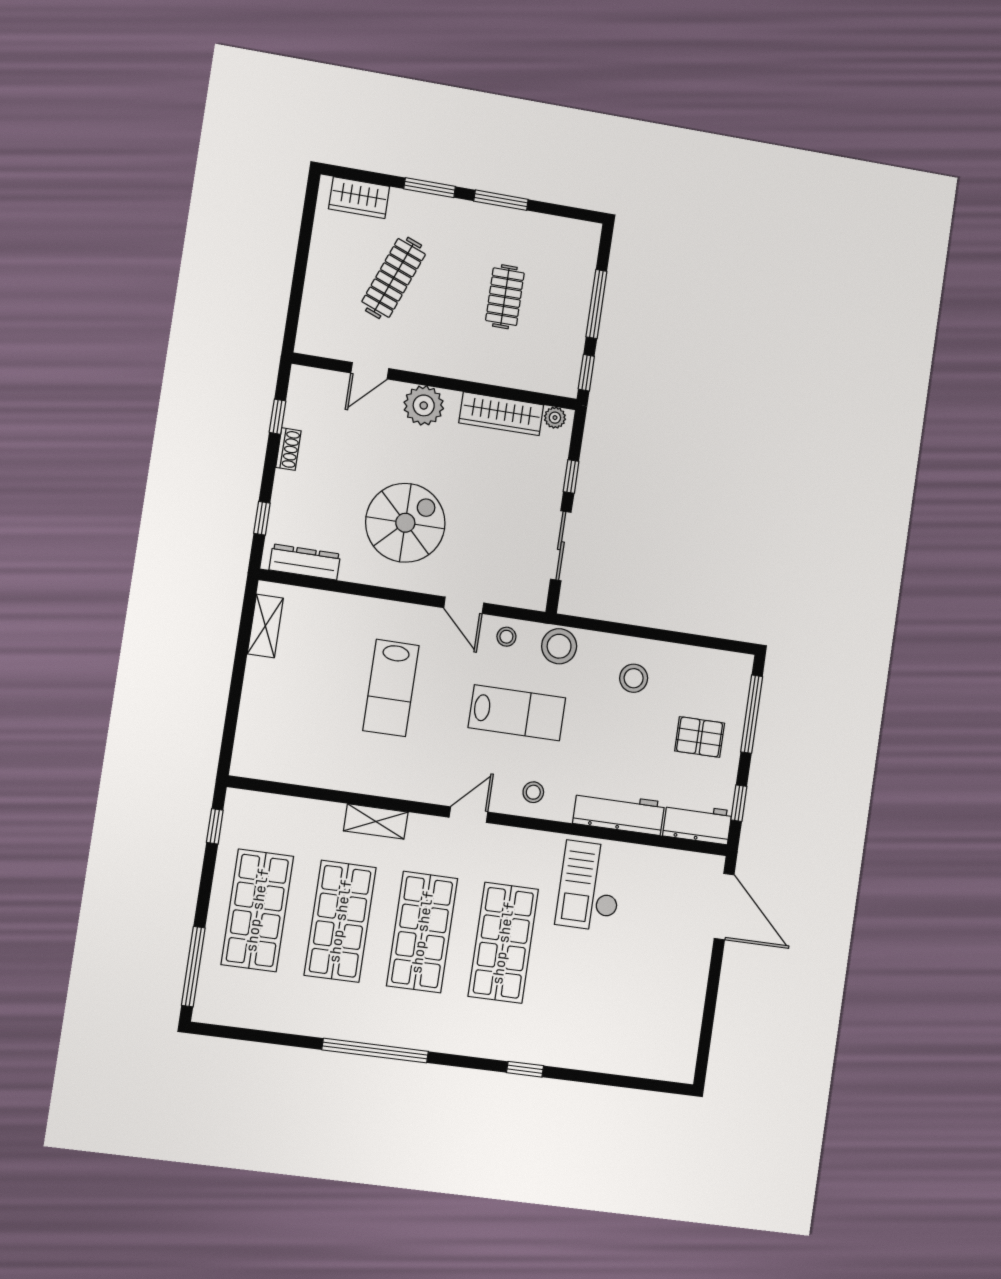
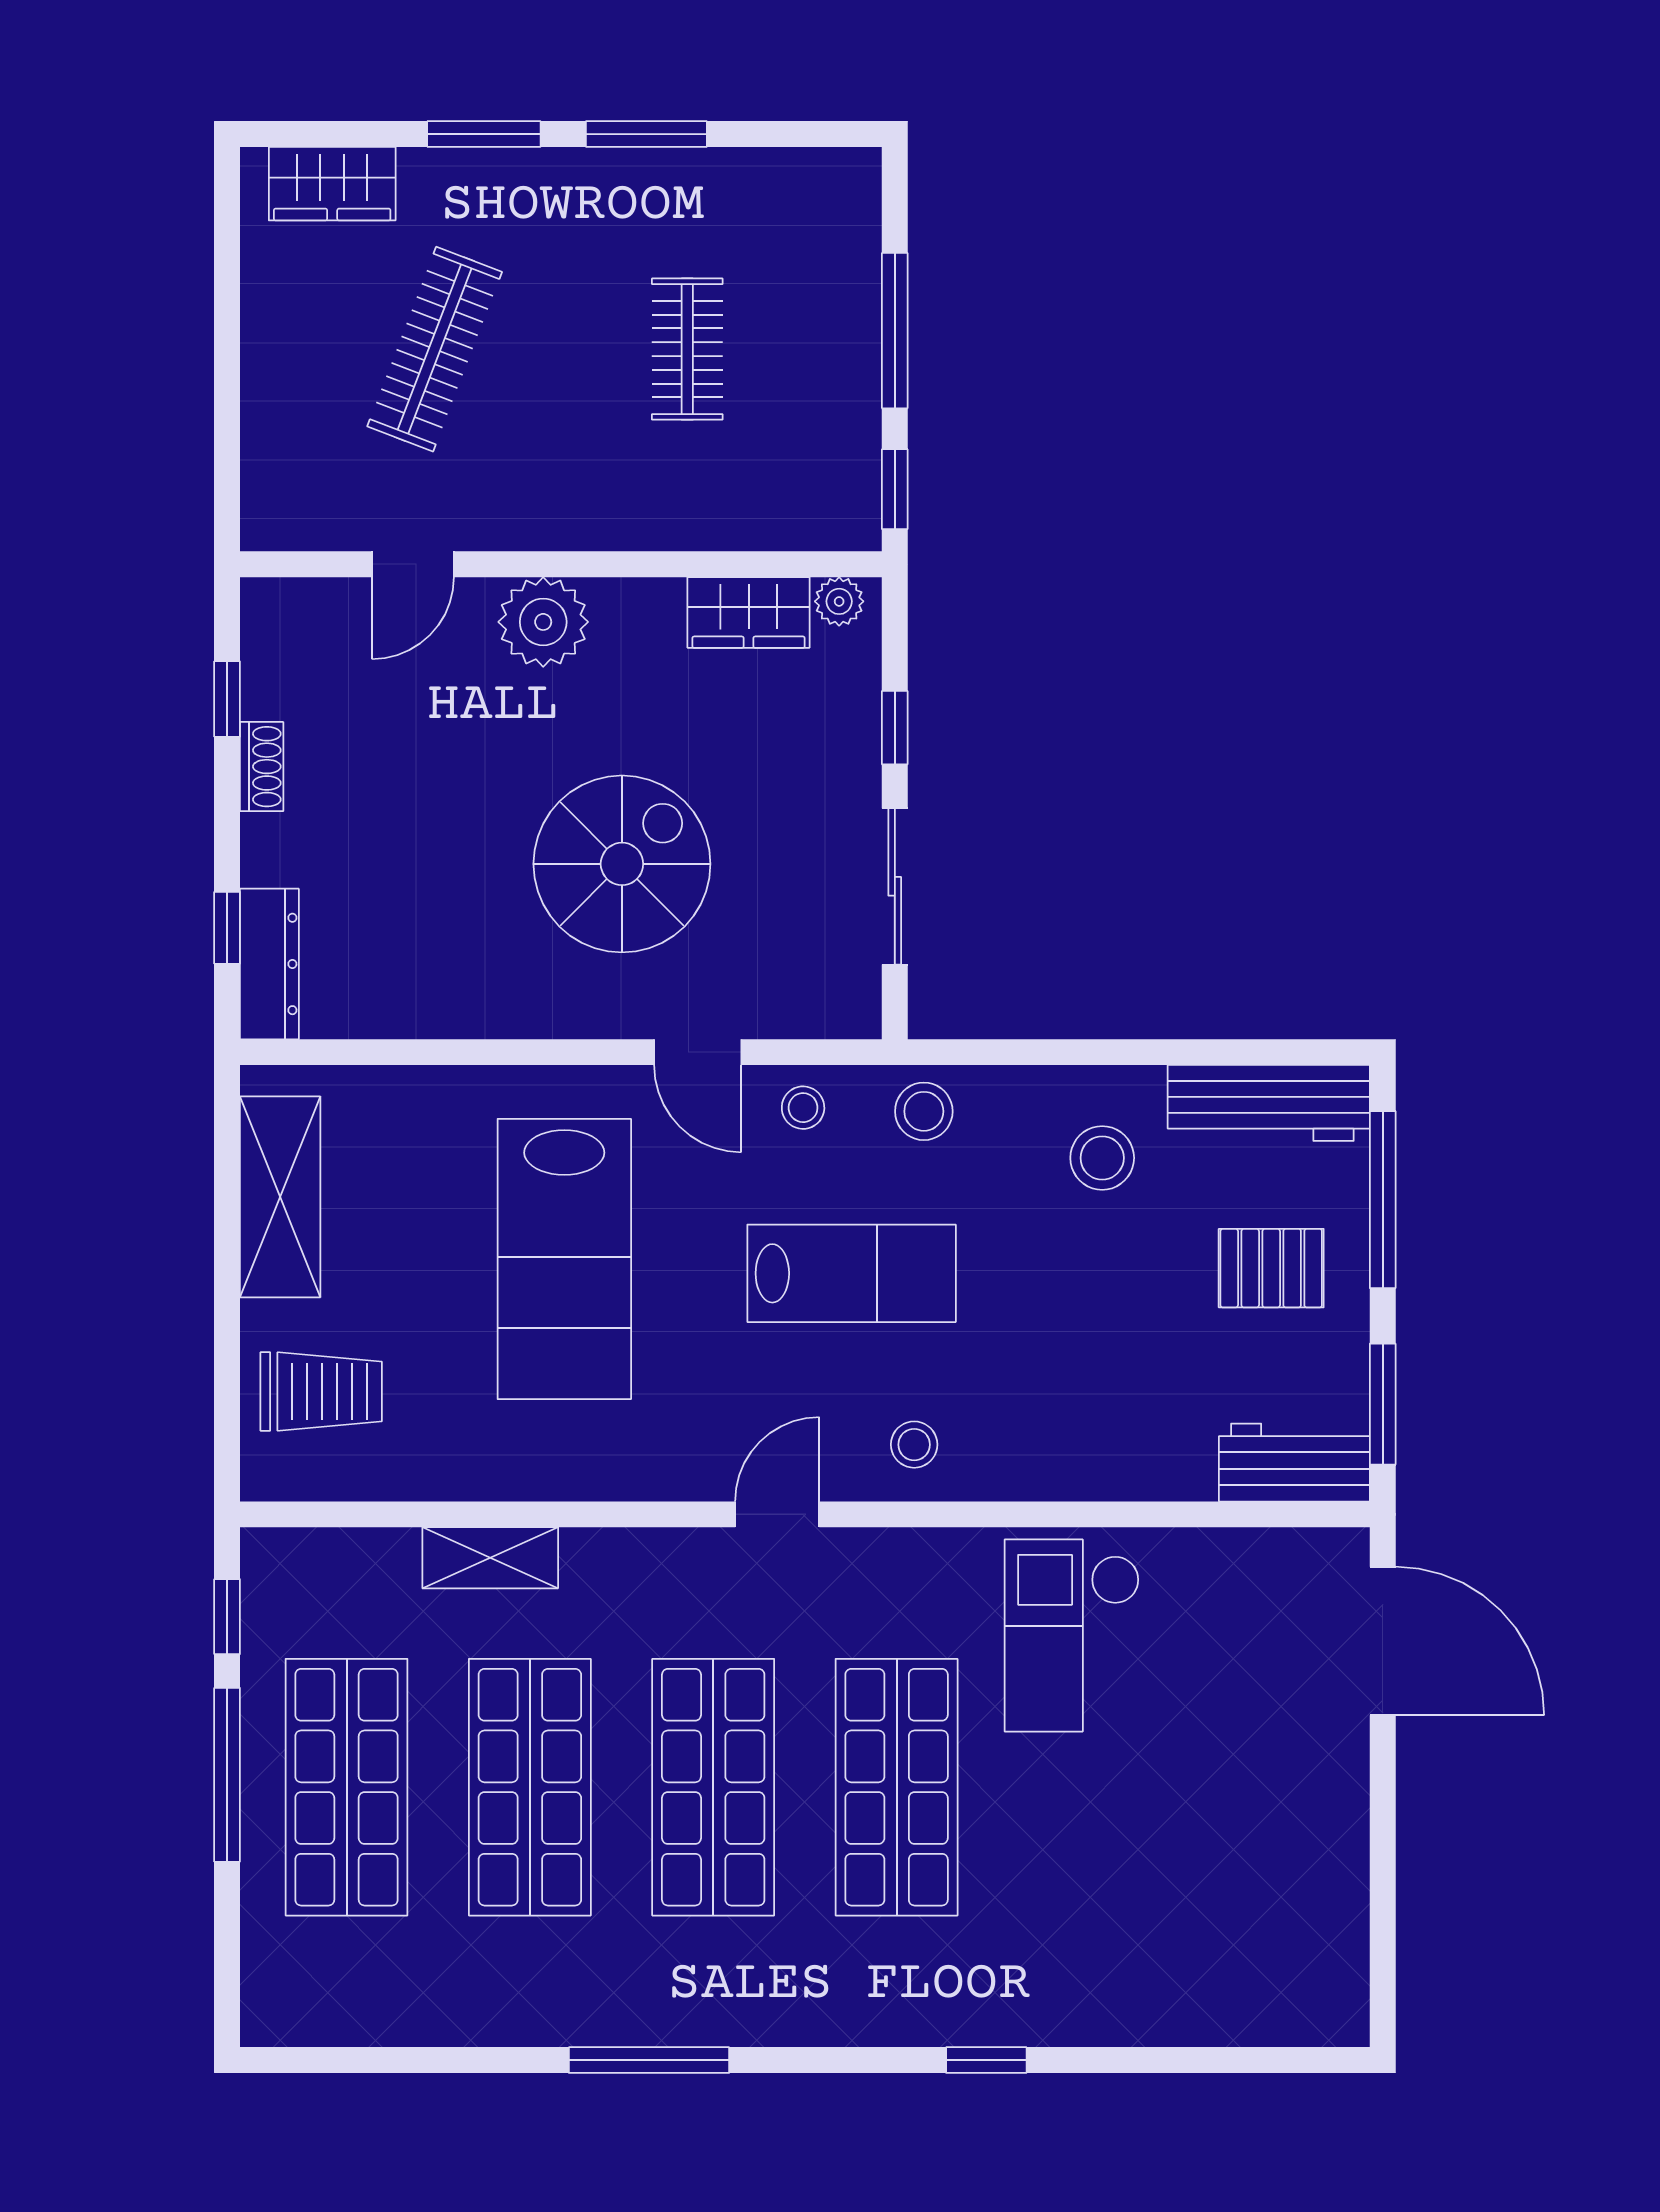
wardrobe: (501, 414) -> (749, 612), width x0.67
spiral stairs: (405, 523) -> (622, 864), moved
dresser: (305, 562) -> (269, 964), moved, turned 90
shelving: (265, 626) -> (280, 1197), width x1.50, depth x1.33
stool: (559, 646) -> (924, 1111), width x0.73, depth x0.73
lab bench: (391, 688) -> (564, 1259), width x1.36, depth x1.39
trolley: (273, 731) -> (321, 1391), added
window: (739, 803) -> (1383, 1404), width x1.50
workbench: (619, 813) -> (1269, 1103), moved, turned 180
shelving: (376, 821) -> (490, 1558), moved
window: (193, 967) -> (227, 1775), moved
window: (375, 1051) -> (649, 2060), width x0.68

